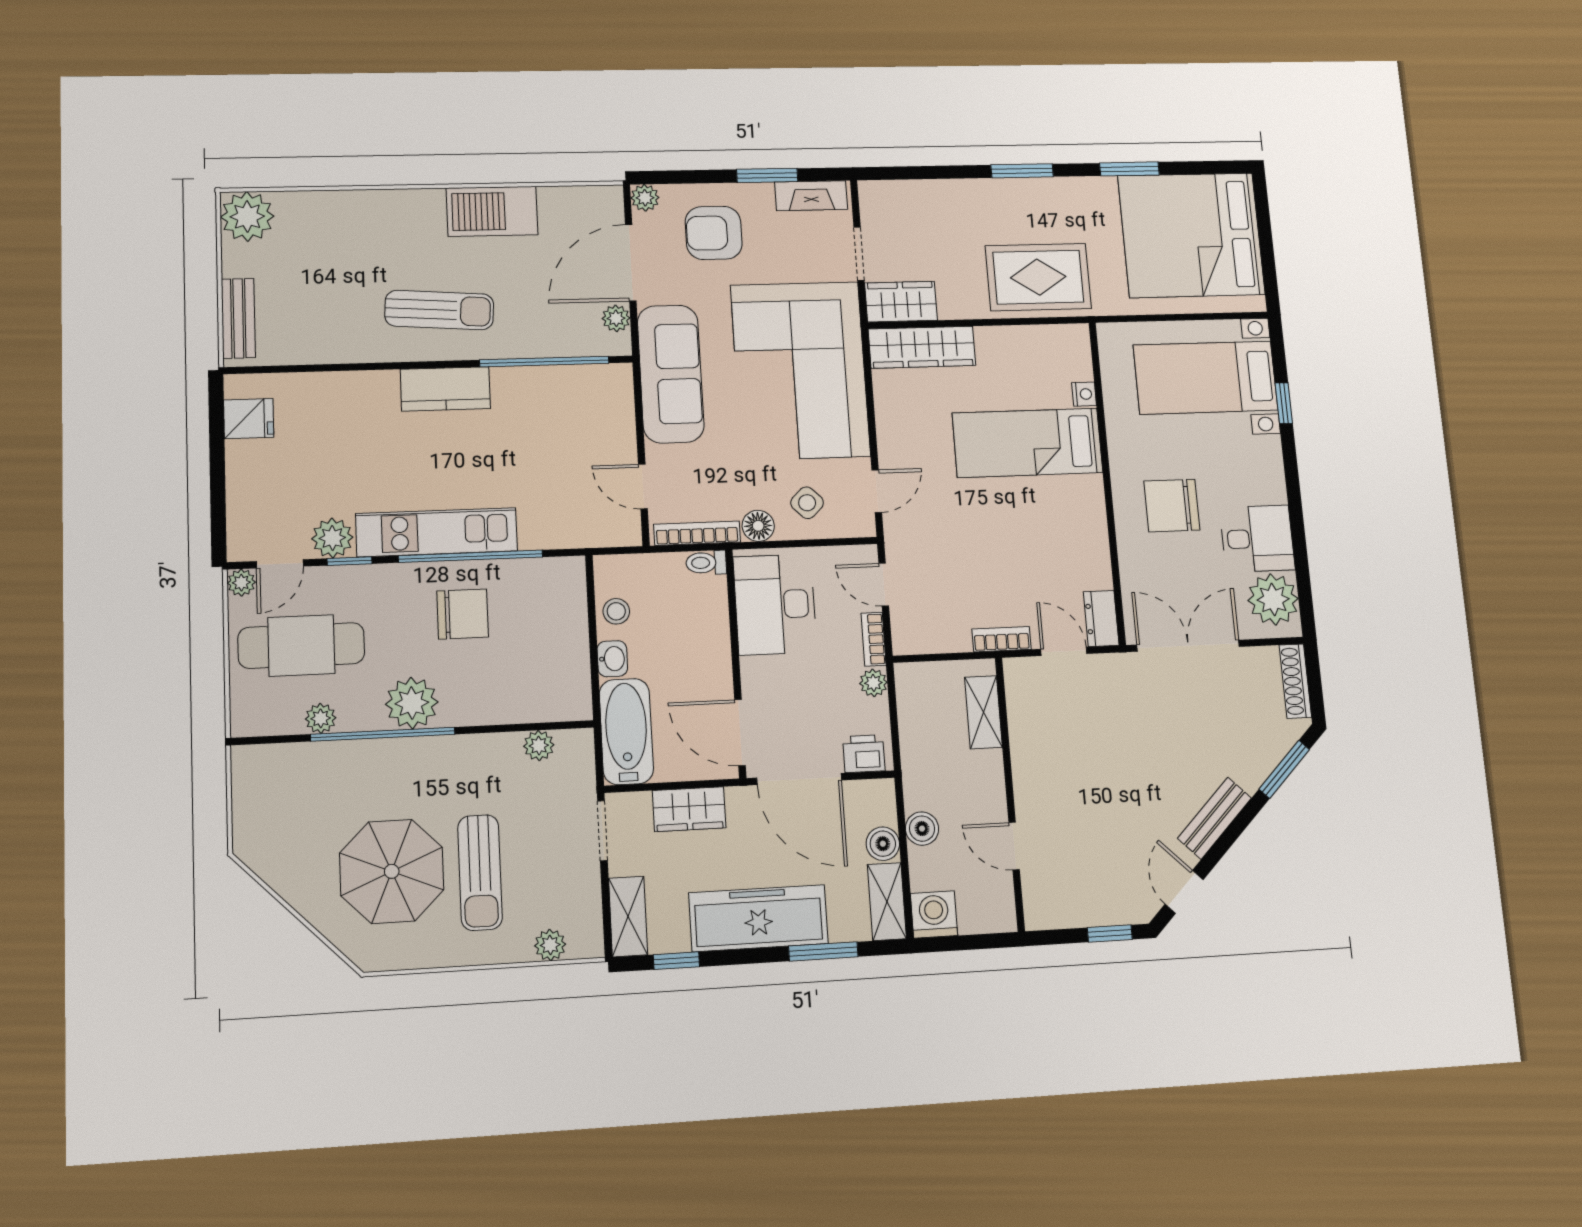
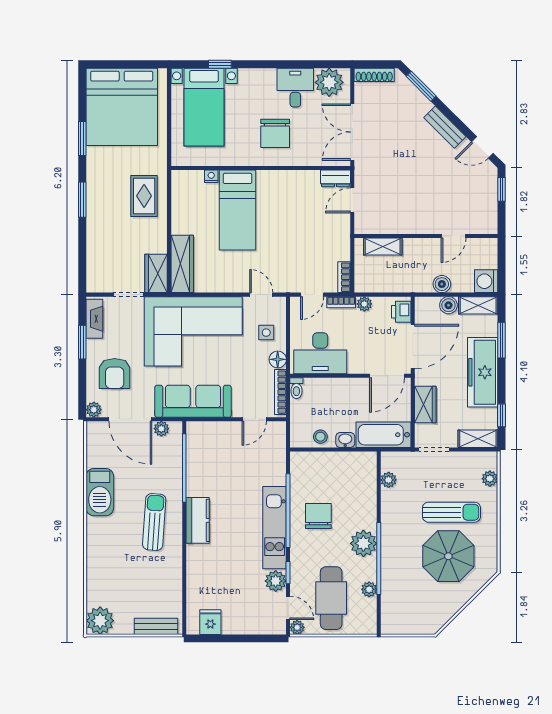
rug: (1038, 277) -> (144, 196), width x0.73, depth x0.70
side table: (807, 503) -> (266, 333), turned 45
bookcase: (1002, 639) -> (344, 277), moved

